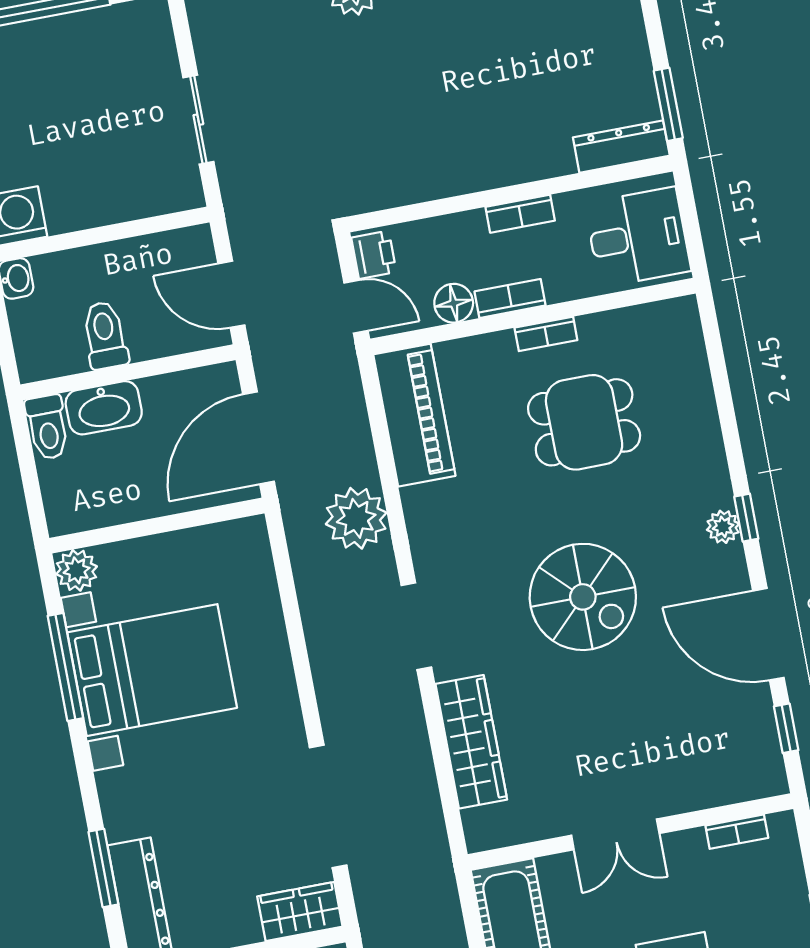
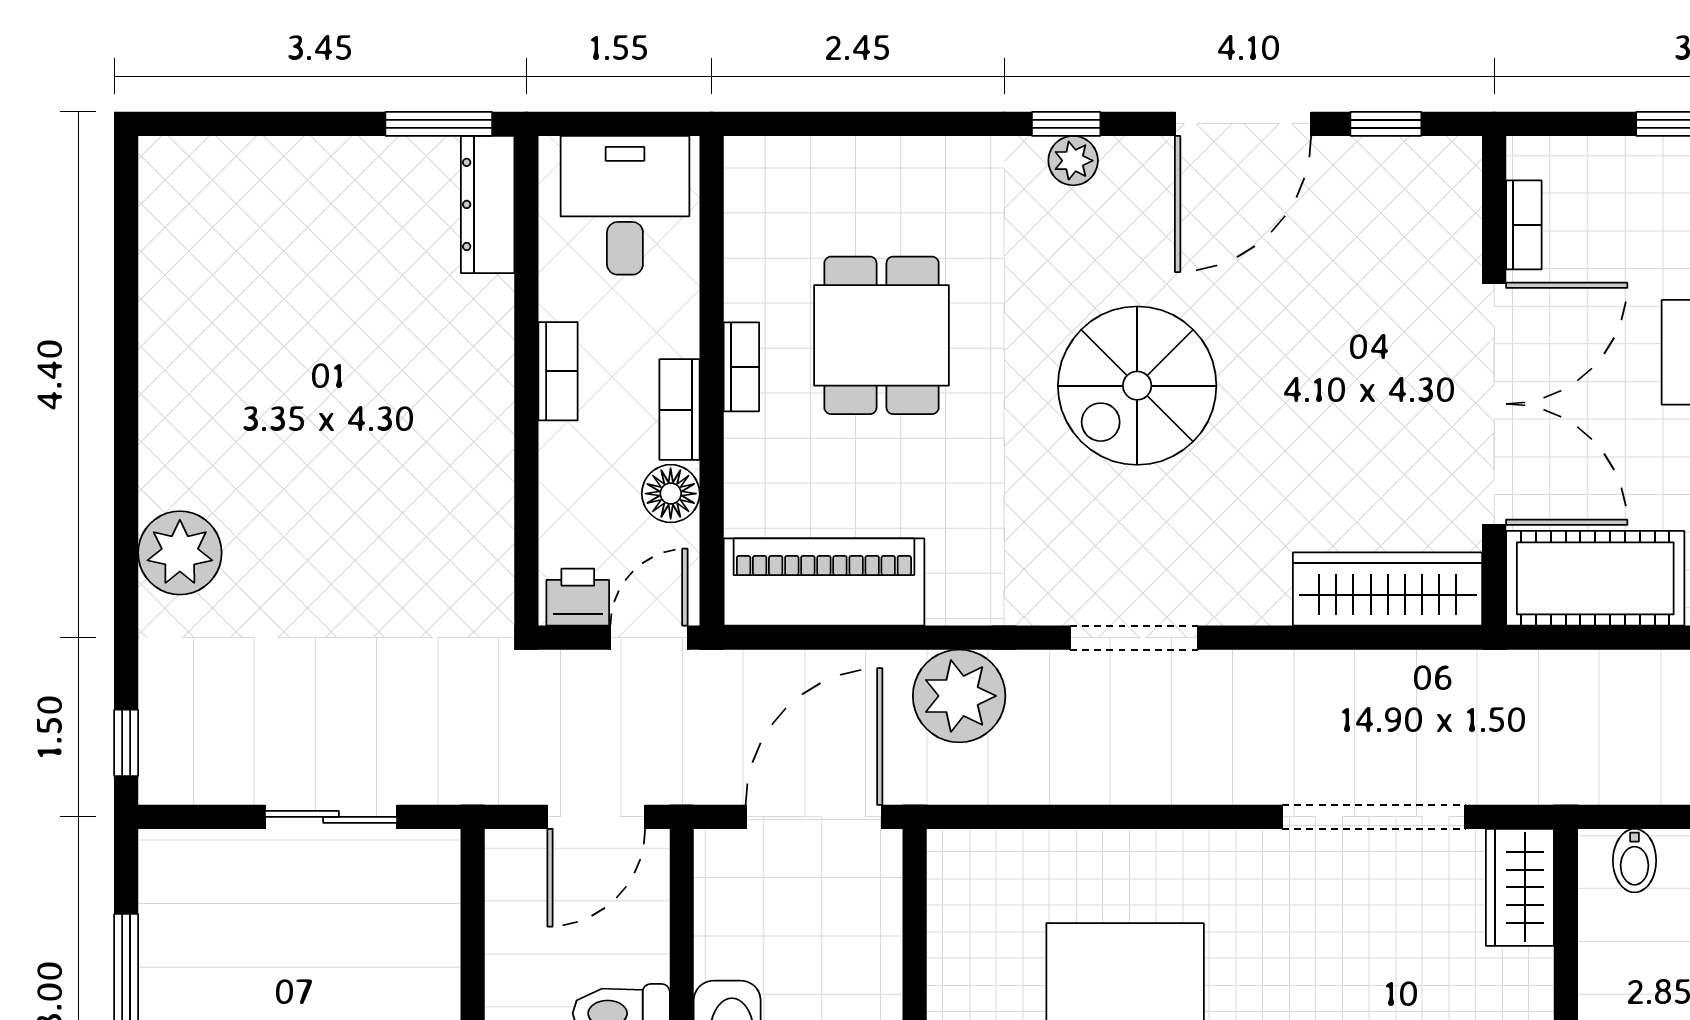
door: (259, 438) -> (814, 817), swing flipped
spiral stairs: (583, 597) -> (1137, 386), turned 180
wardrobe: (471, 742) -> (1388, 589), moved
double door: (615, 834) -> (1494, 404), width x1.87

